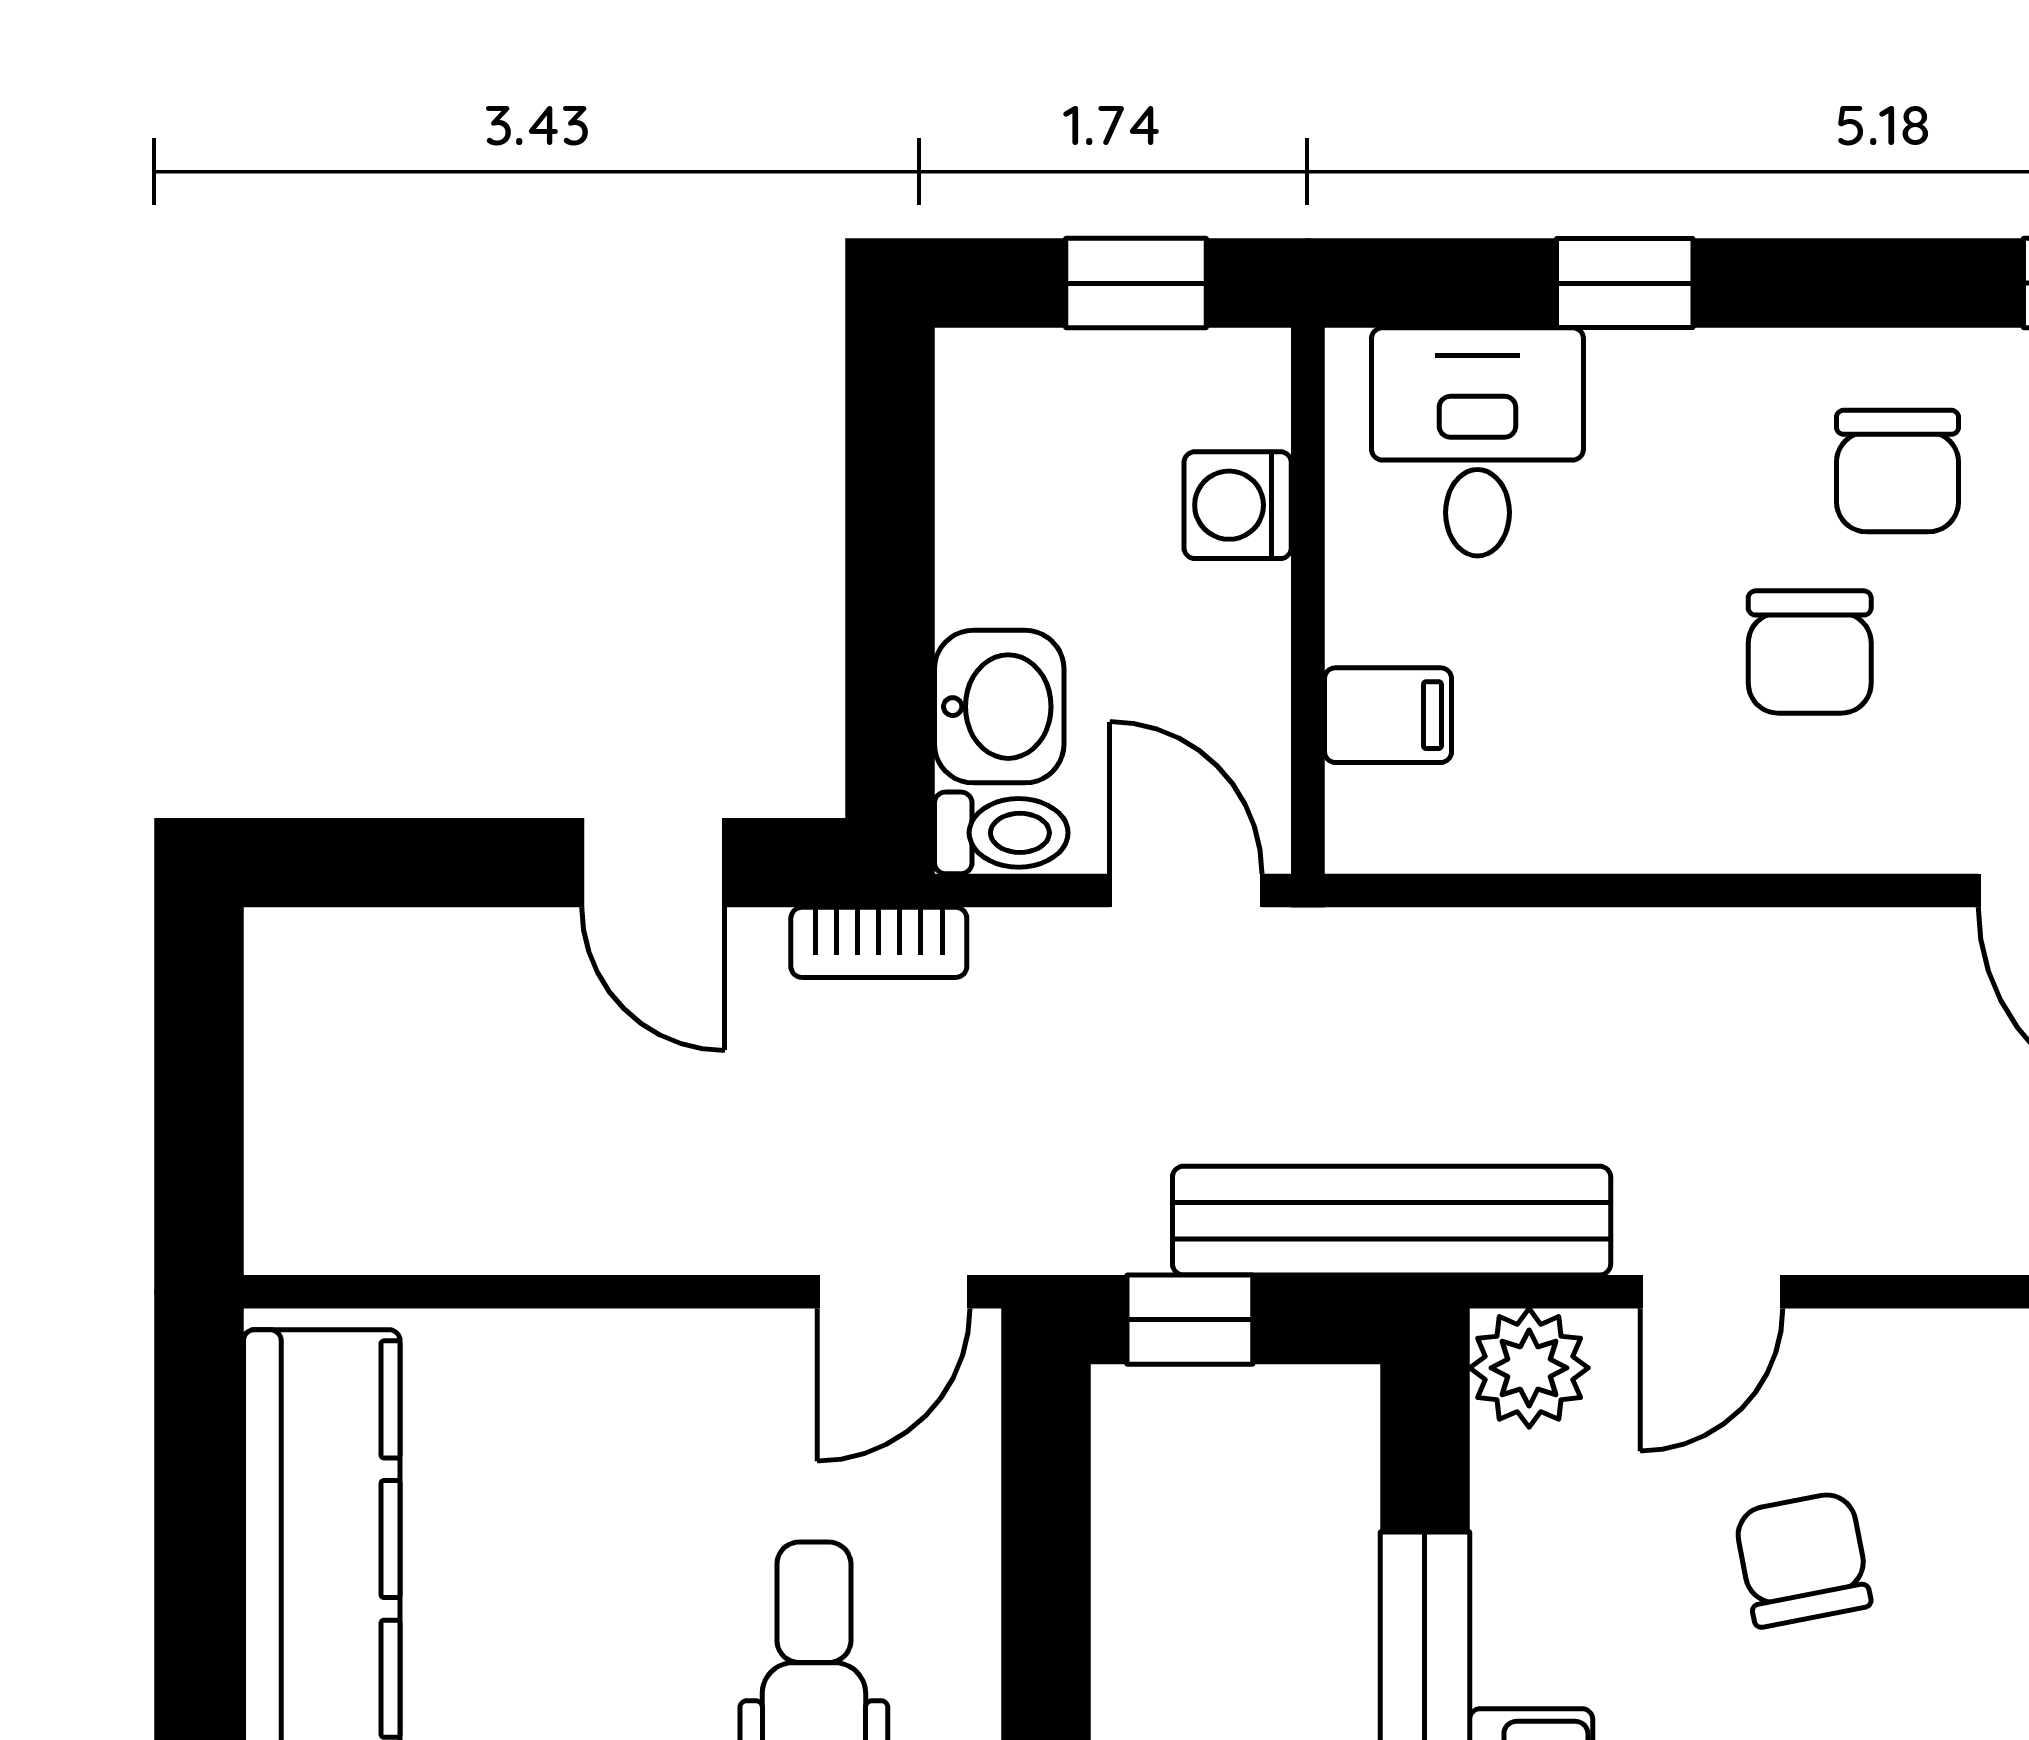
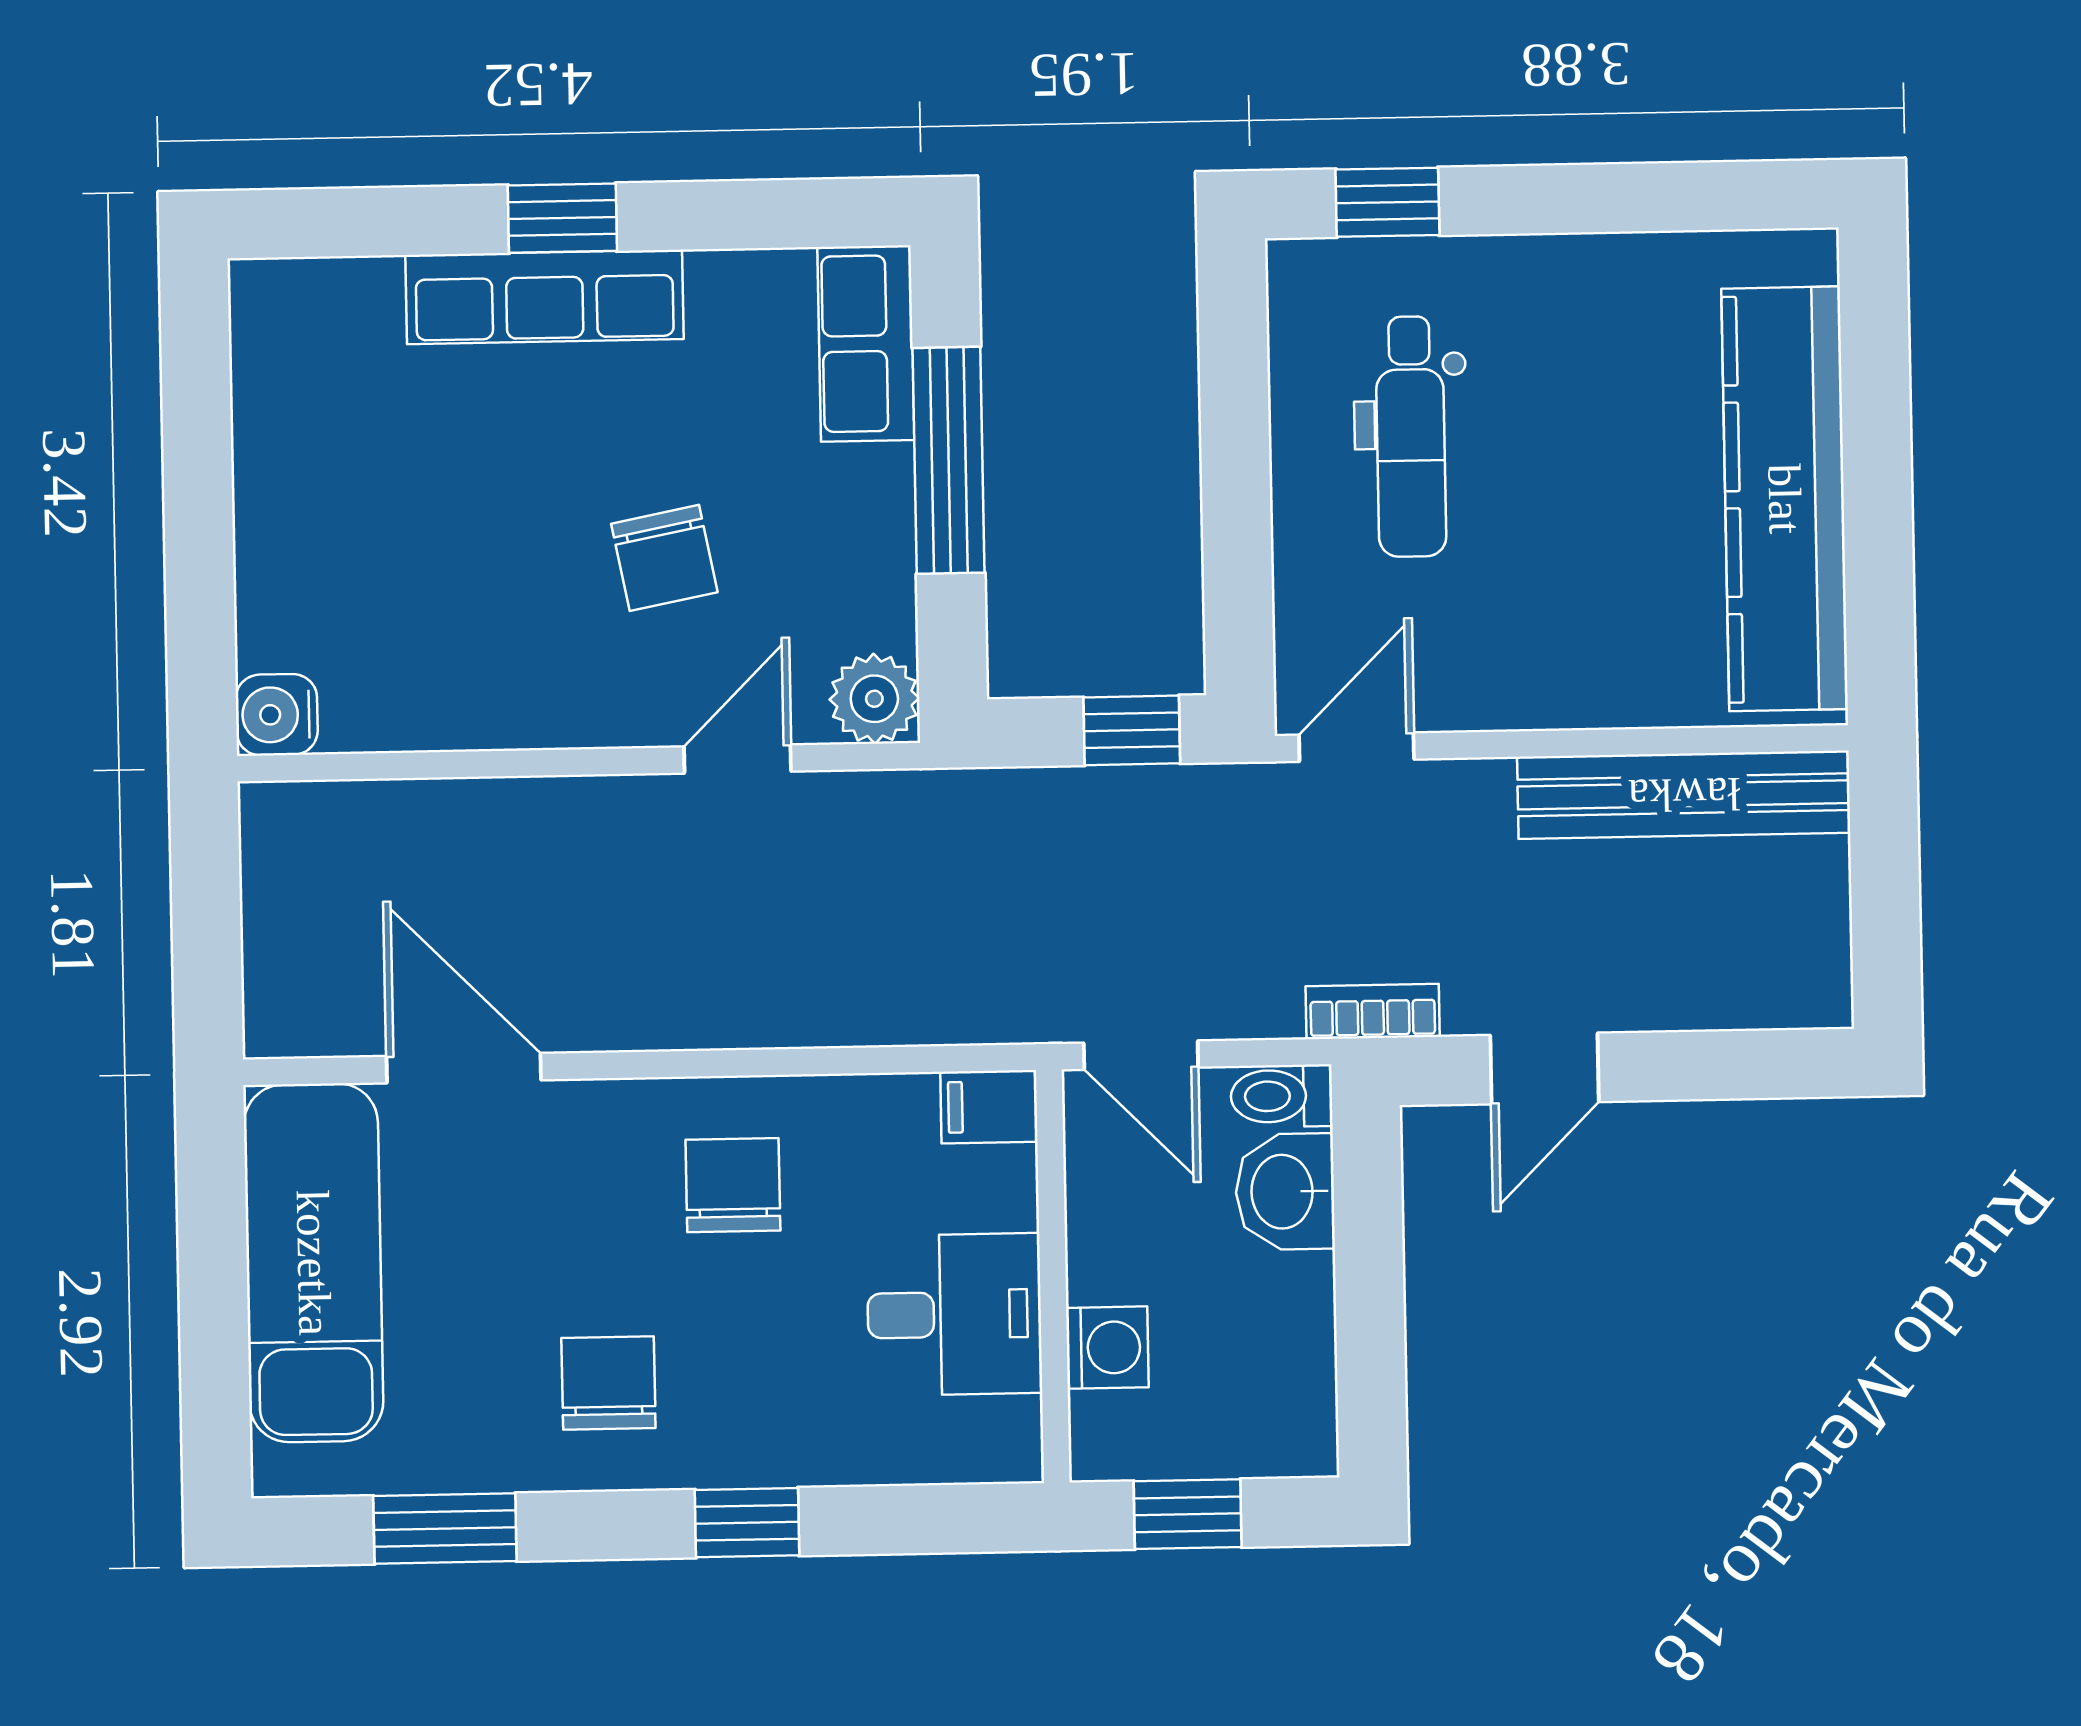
window: (1625, 283) -> (747, 1523), moved
desk: (1477, 442) -> (954, 1314), moved, turned -90
chair: (1810, 652) -> (733, 1185), moved
filing cabinet: (1388, 715) -> (989, 1107), moved
door: (653, 863) -> (1545, 1068), swing flipped
bench: (1392, 1221) -> (1684, 795), moved

